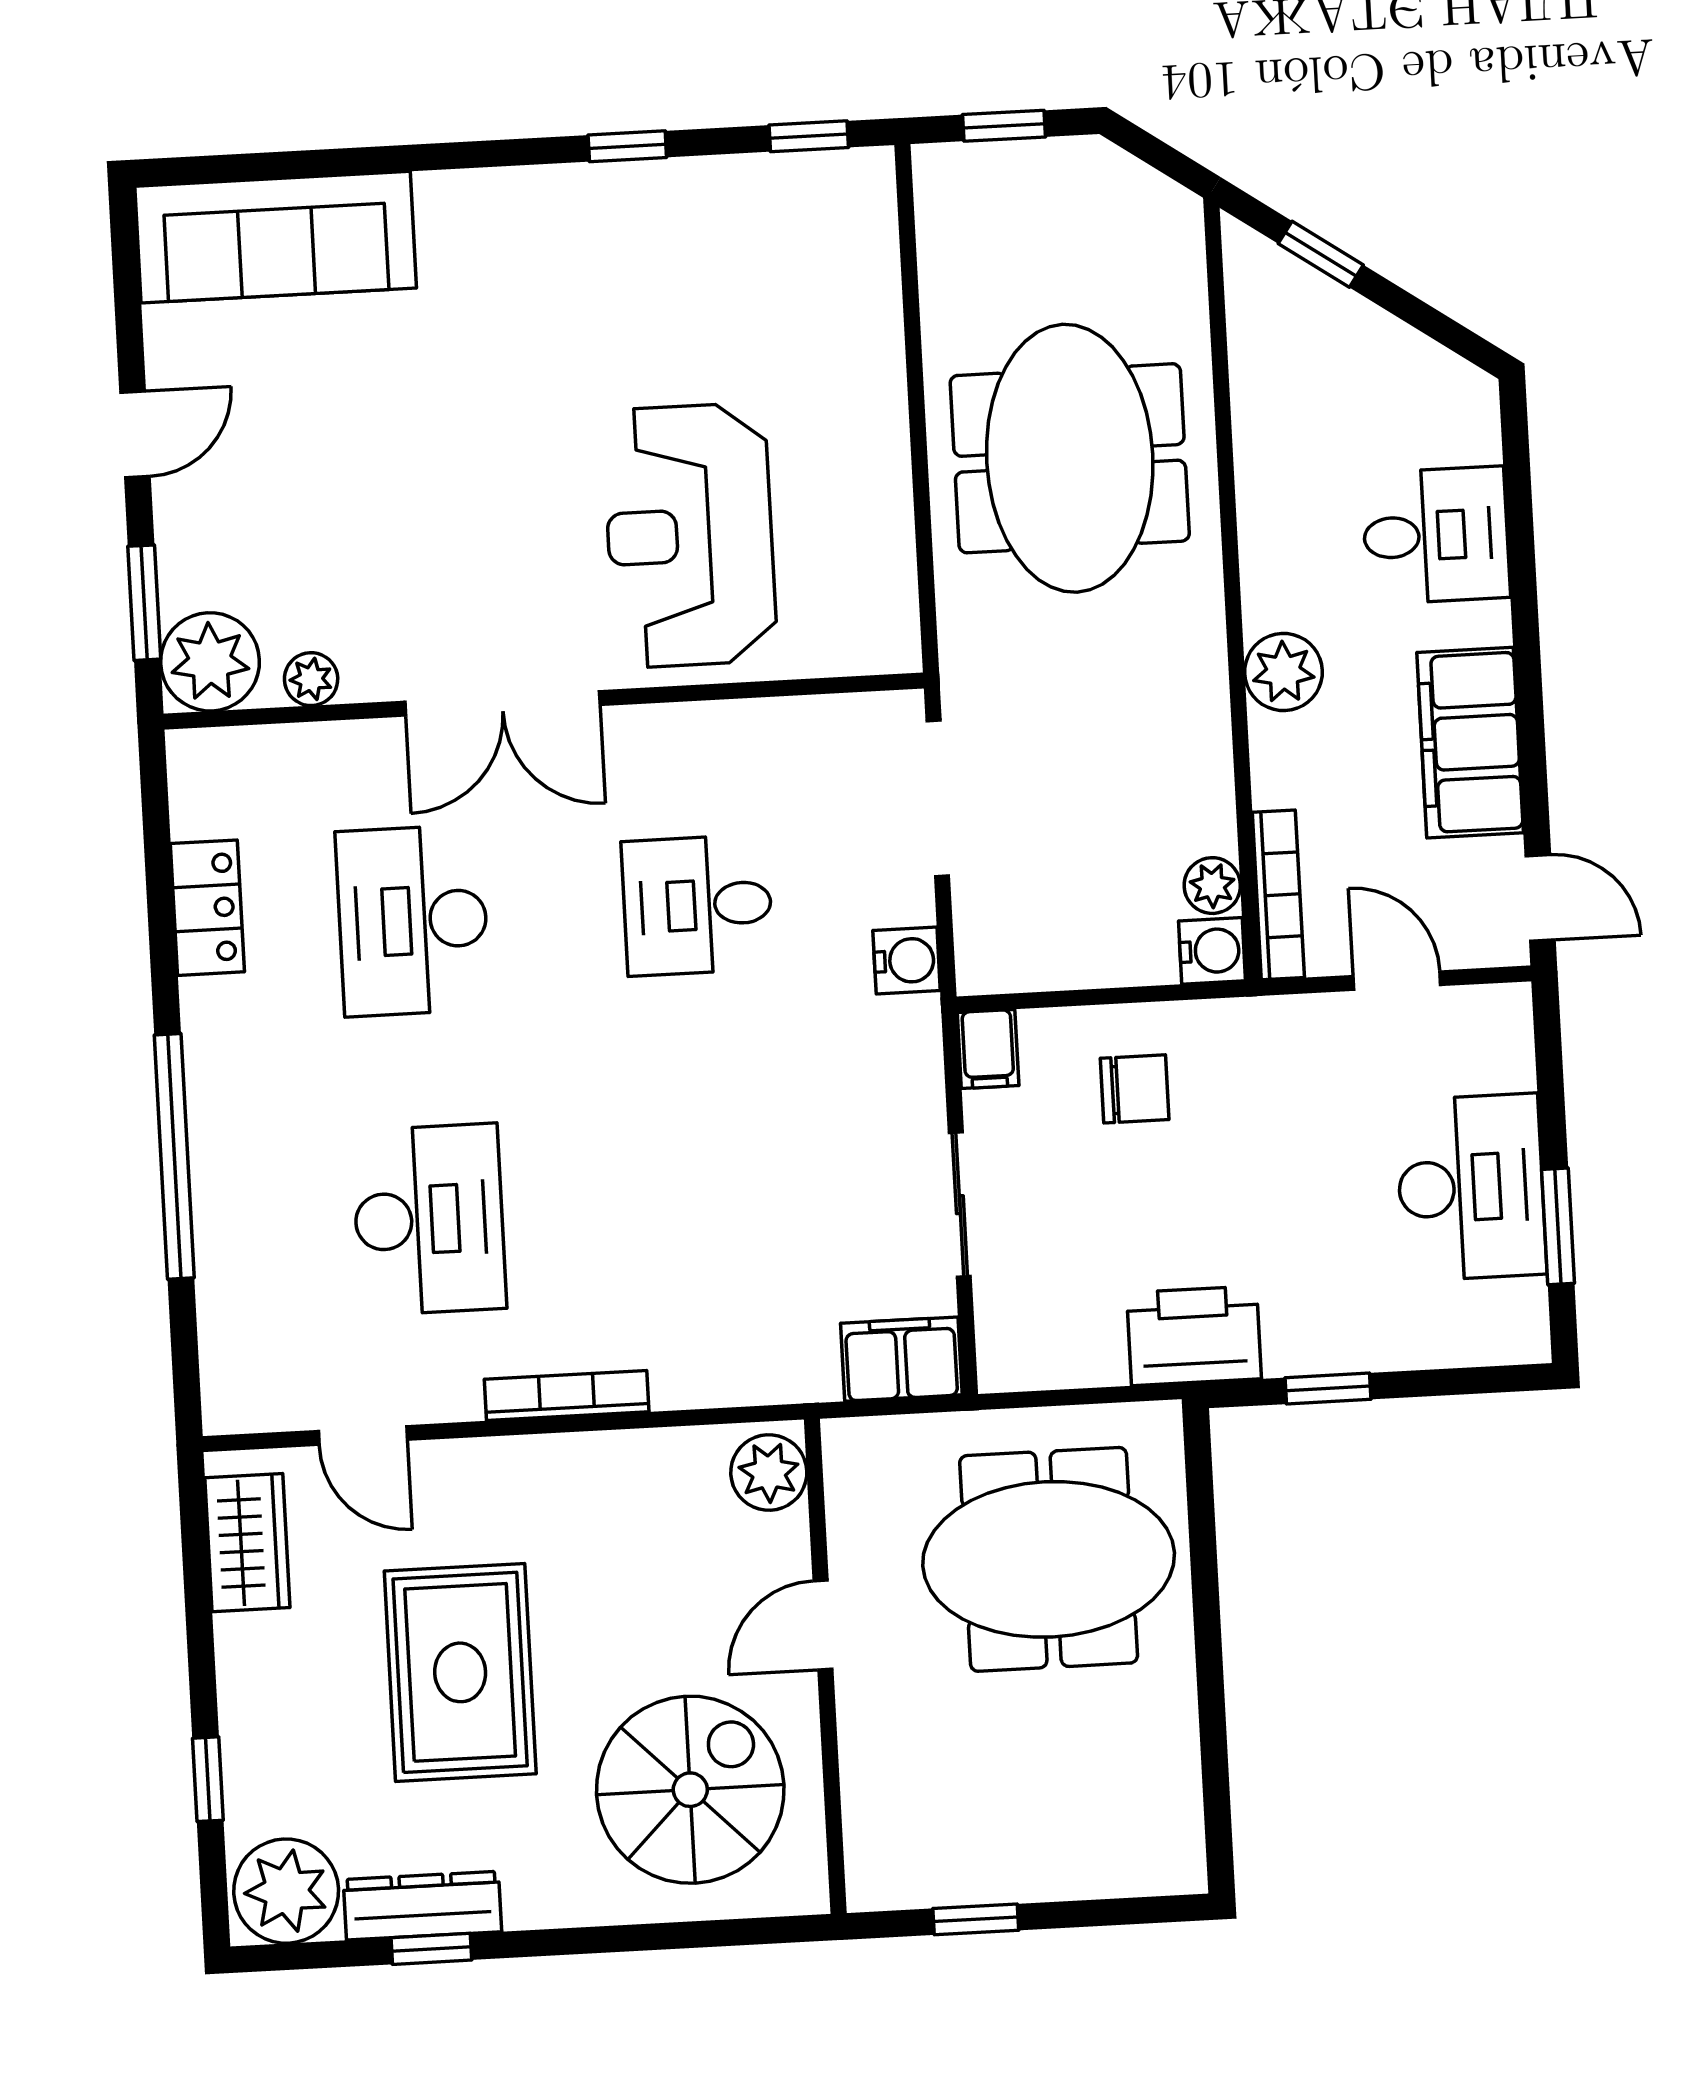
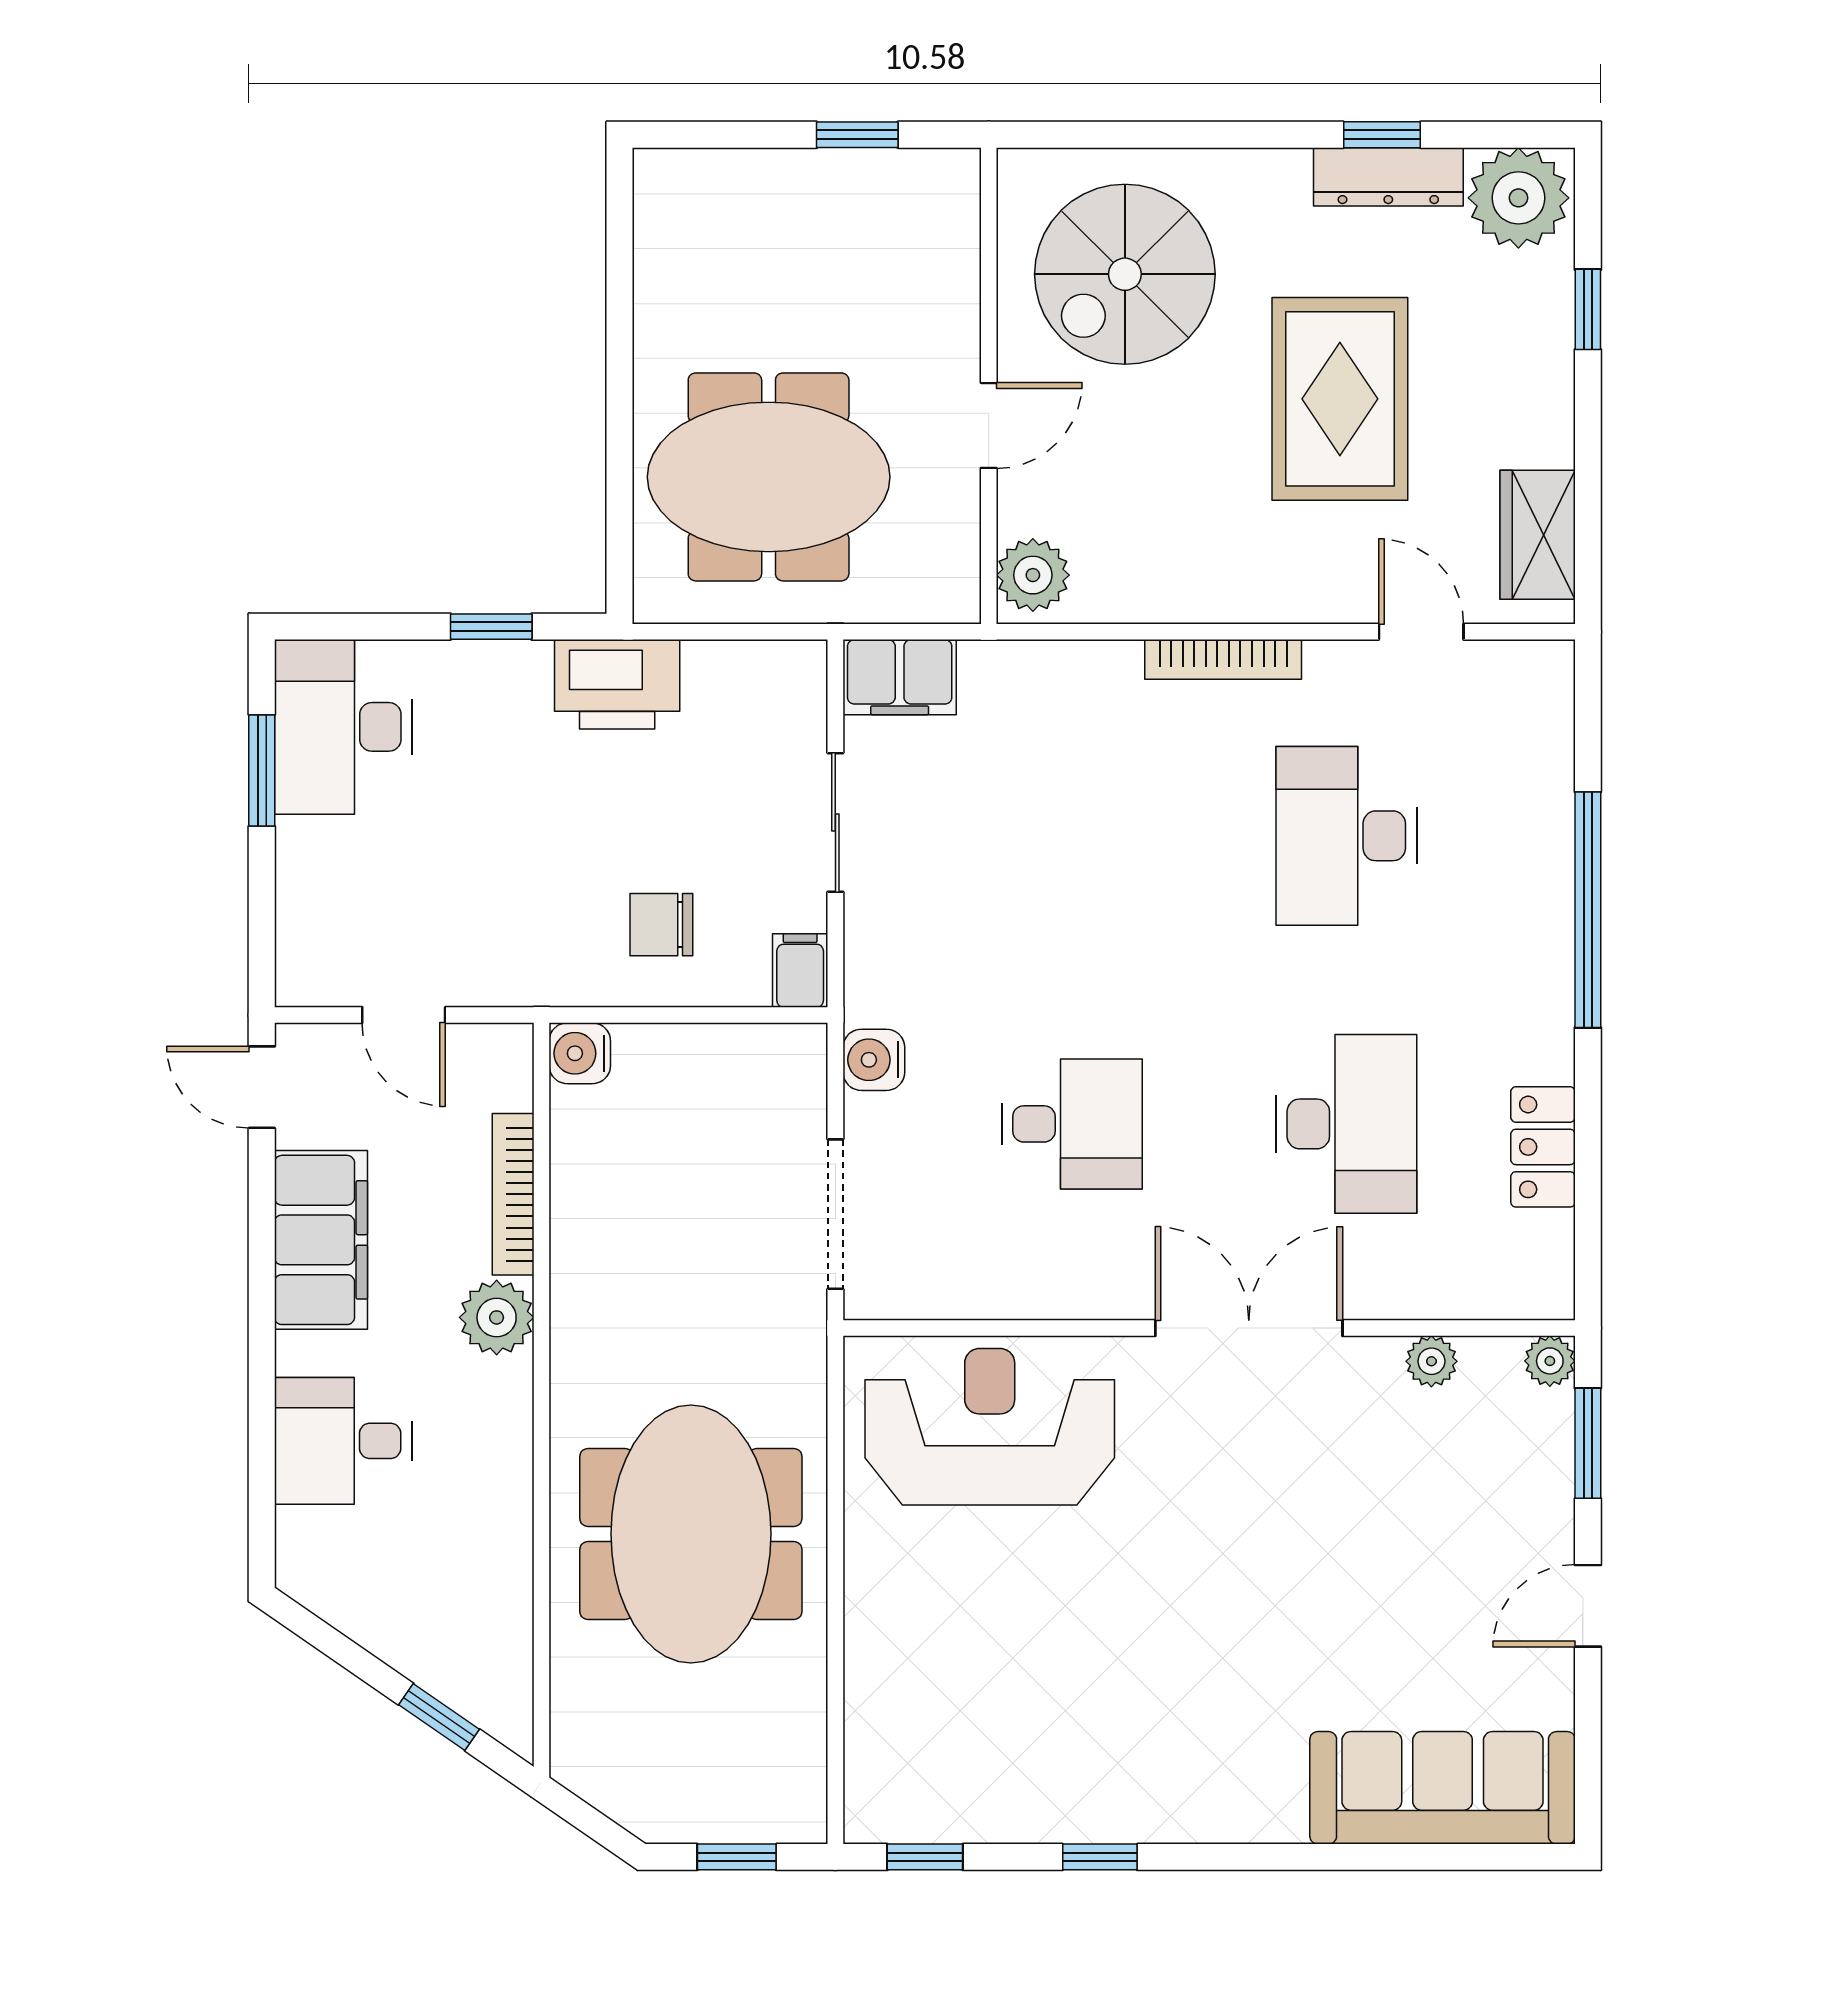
reception desk: (690, 535) -> (990, 1427), moved, turned -90
plant: (210, 662) -> (1550, 1361), width x0.53, depth x0.53
plant: (1212, 886) -> (576, 1116), removed
bookcase: (1278, 895) -> (513, 1194), moved
desk: (1471, 1187) -> (343, 727), moved

